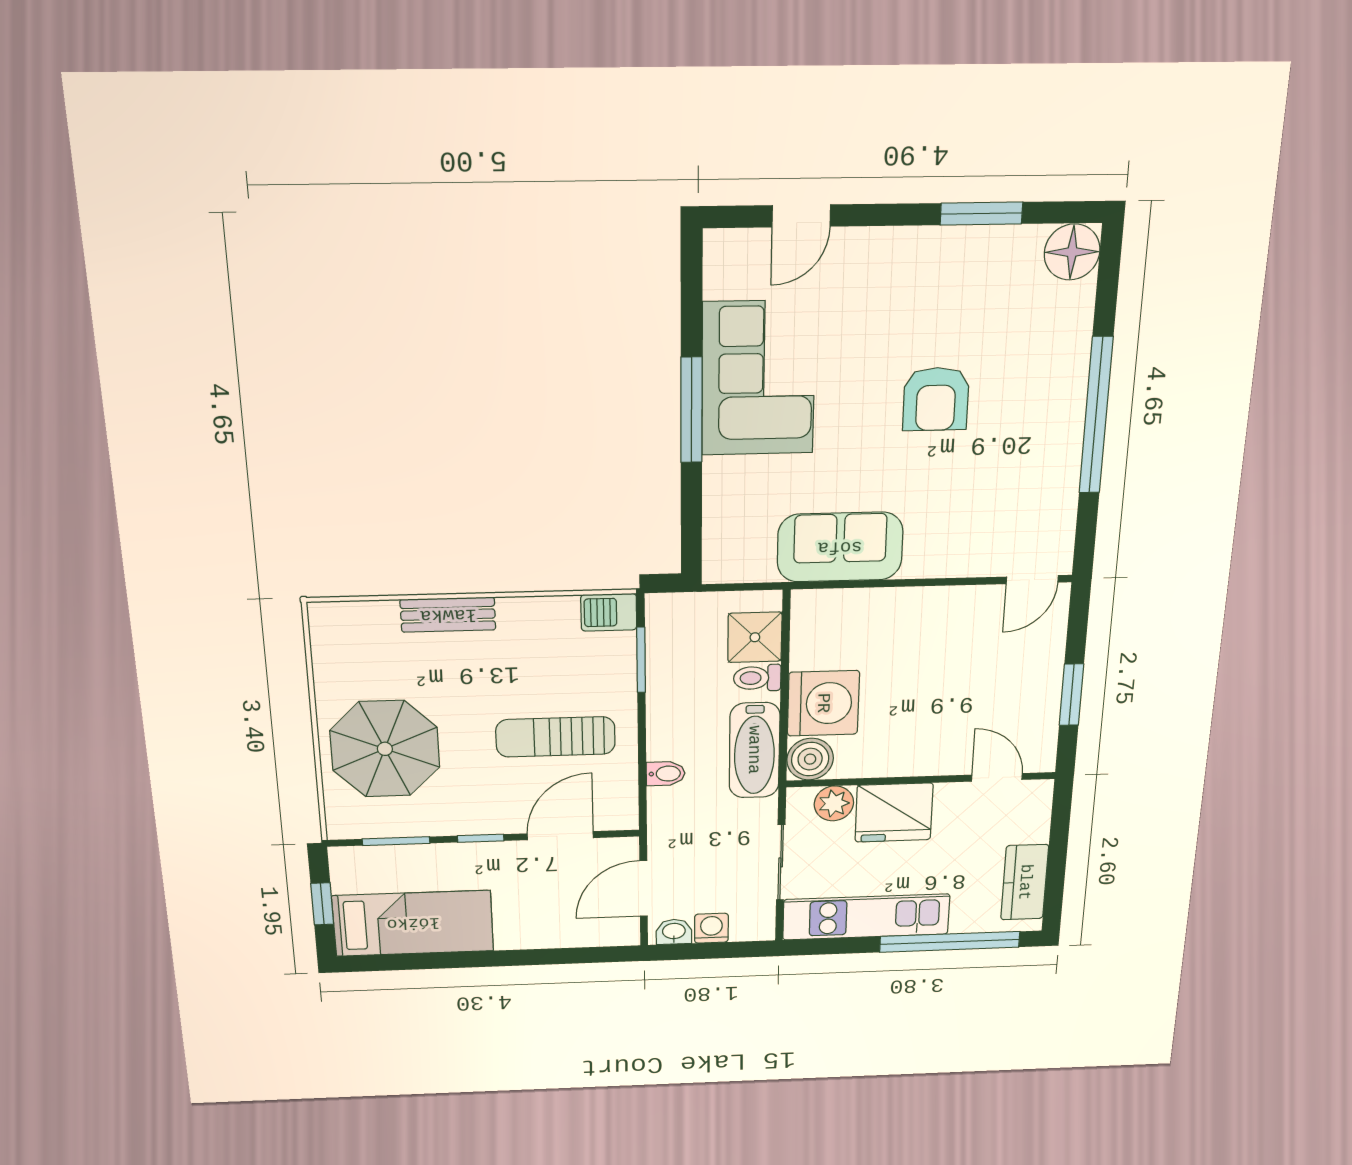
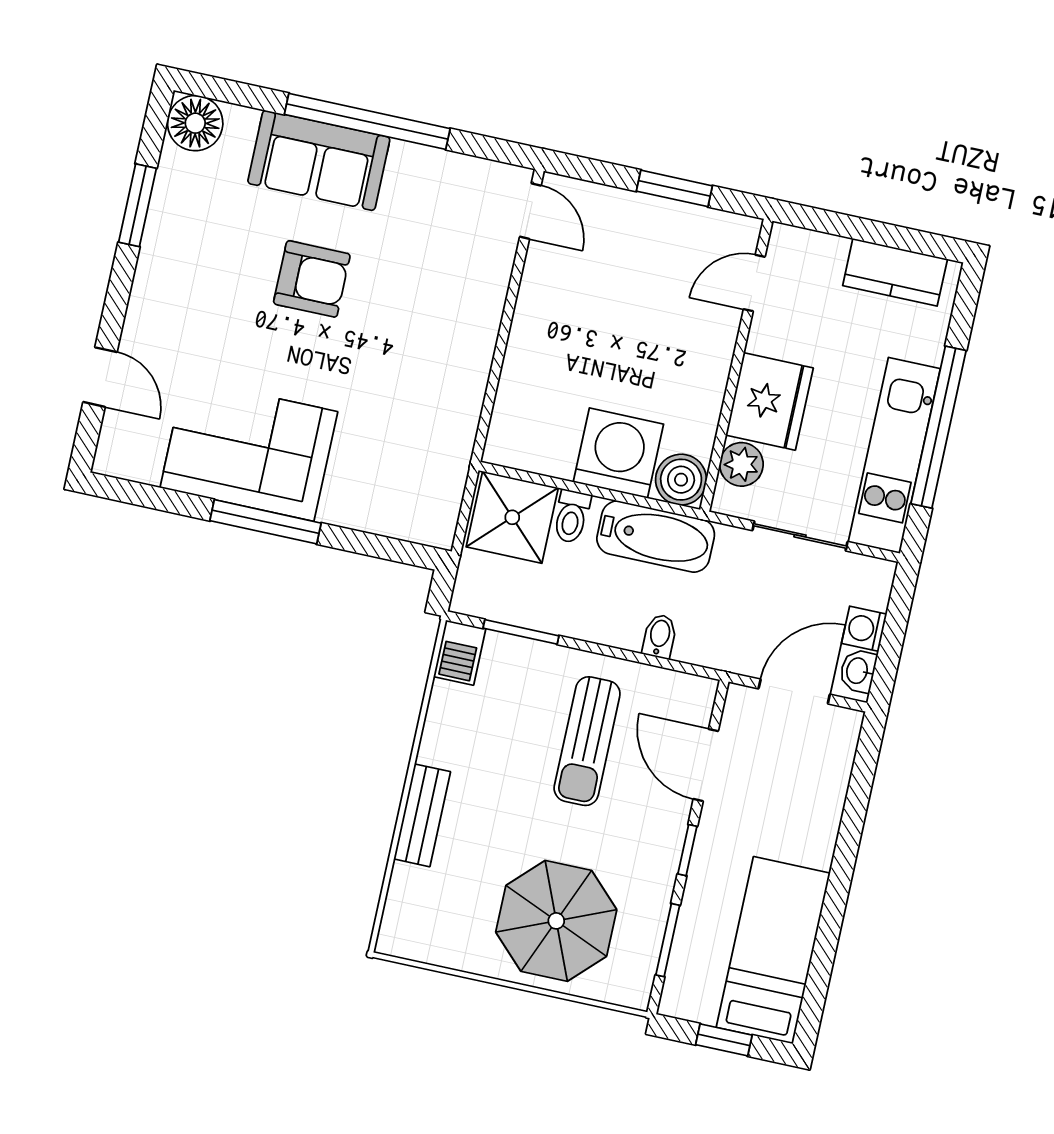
sofa: (840, 547) -> (319, 160), moved, turned -90
shower: (755, 637) -> (512, 517), width x1.36, depth x1.36
door: (644, 888) -> (794, 692), swing flipped
window: (950, 942) -> (939, 427), moved

